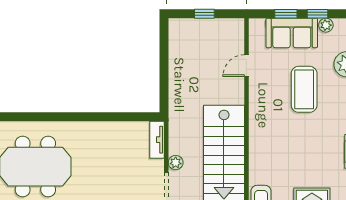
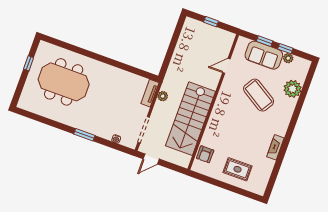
coffee table: (304, 89) -> (259, 95), turned -58
plant: (176, 163) -> (163, 96), moved

